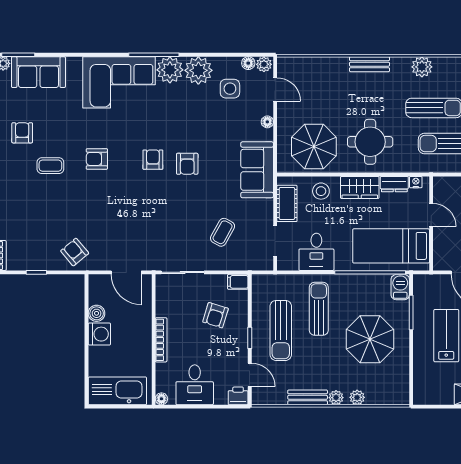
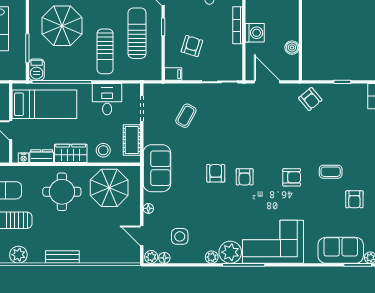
plant: (198, 70) -> (212, 257), width x0.53, depth x0.53
washing machine: (99, 334) -> (255, 33), moved, turned 180

